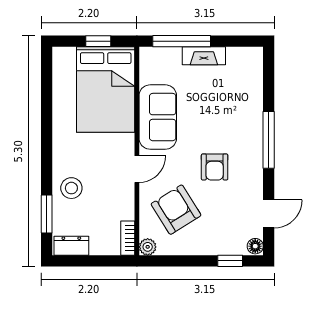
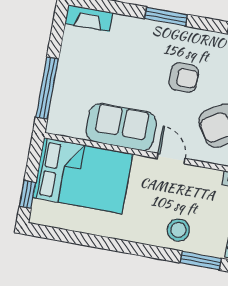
window: (98, 41) -> (28, 194), moved
fireplace: (204, 56) -> (89, 18), moved, turned 90
window: (269, 140) -> (166, 17), width x0.69

